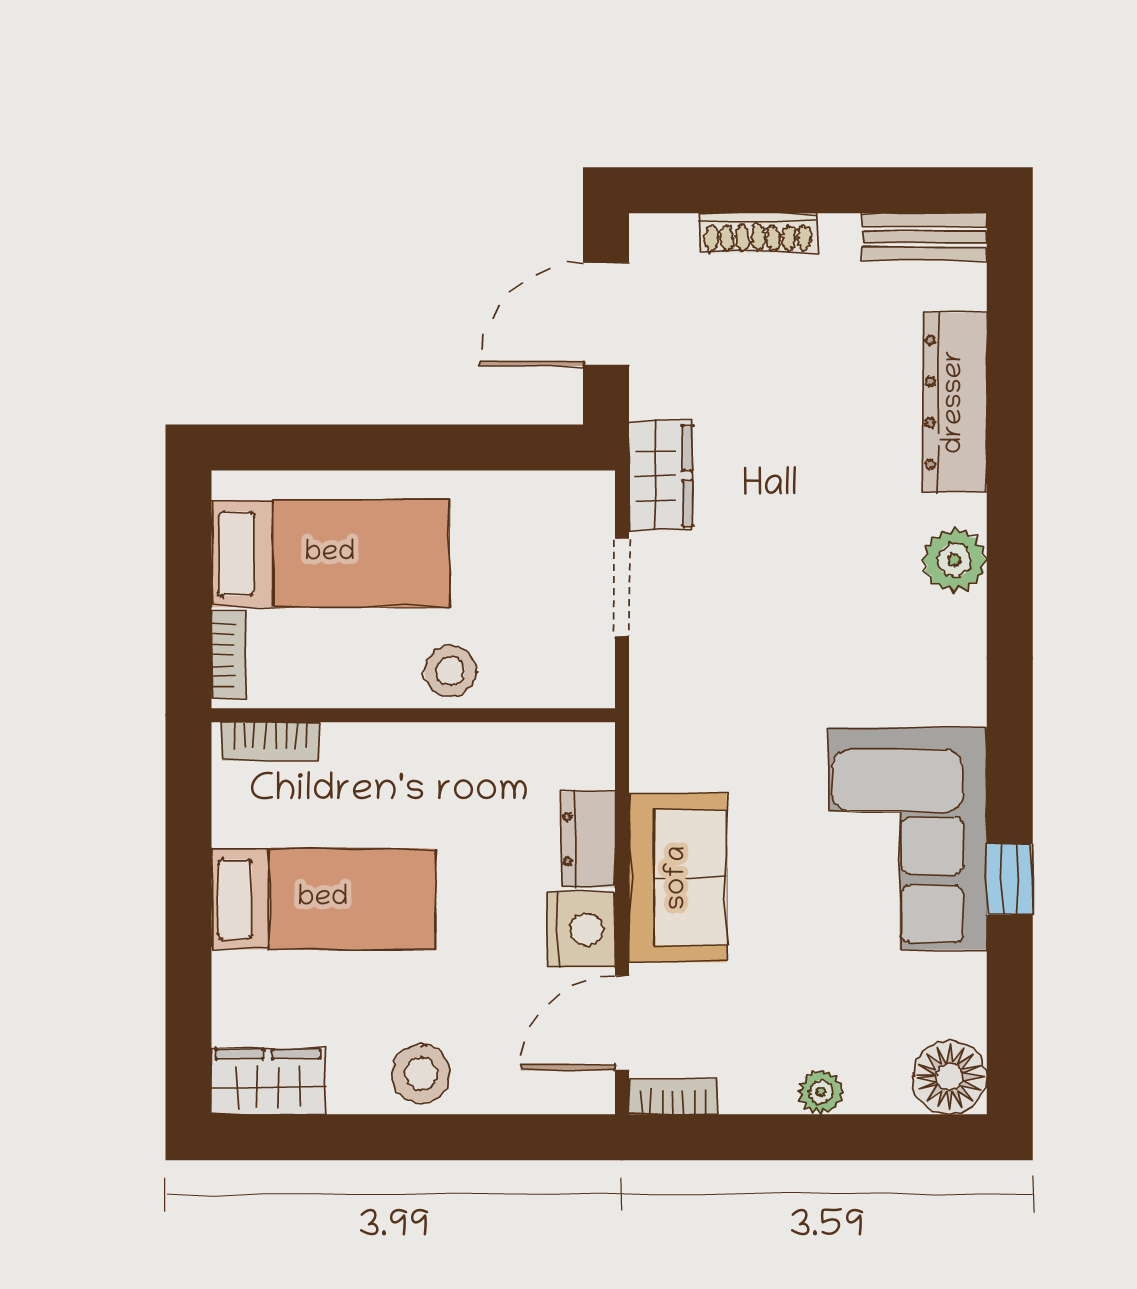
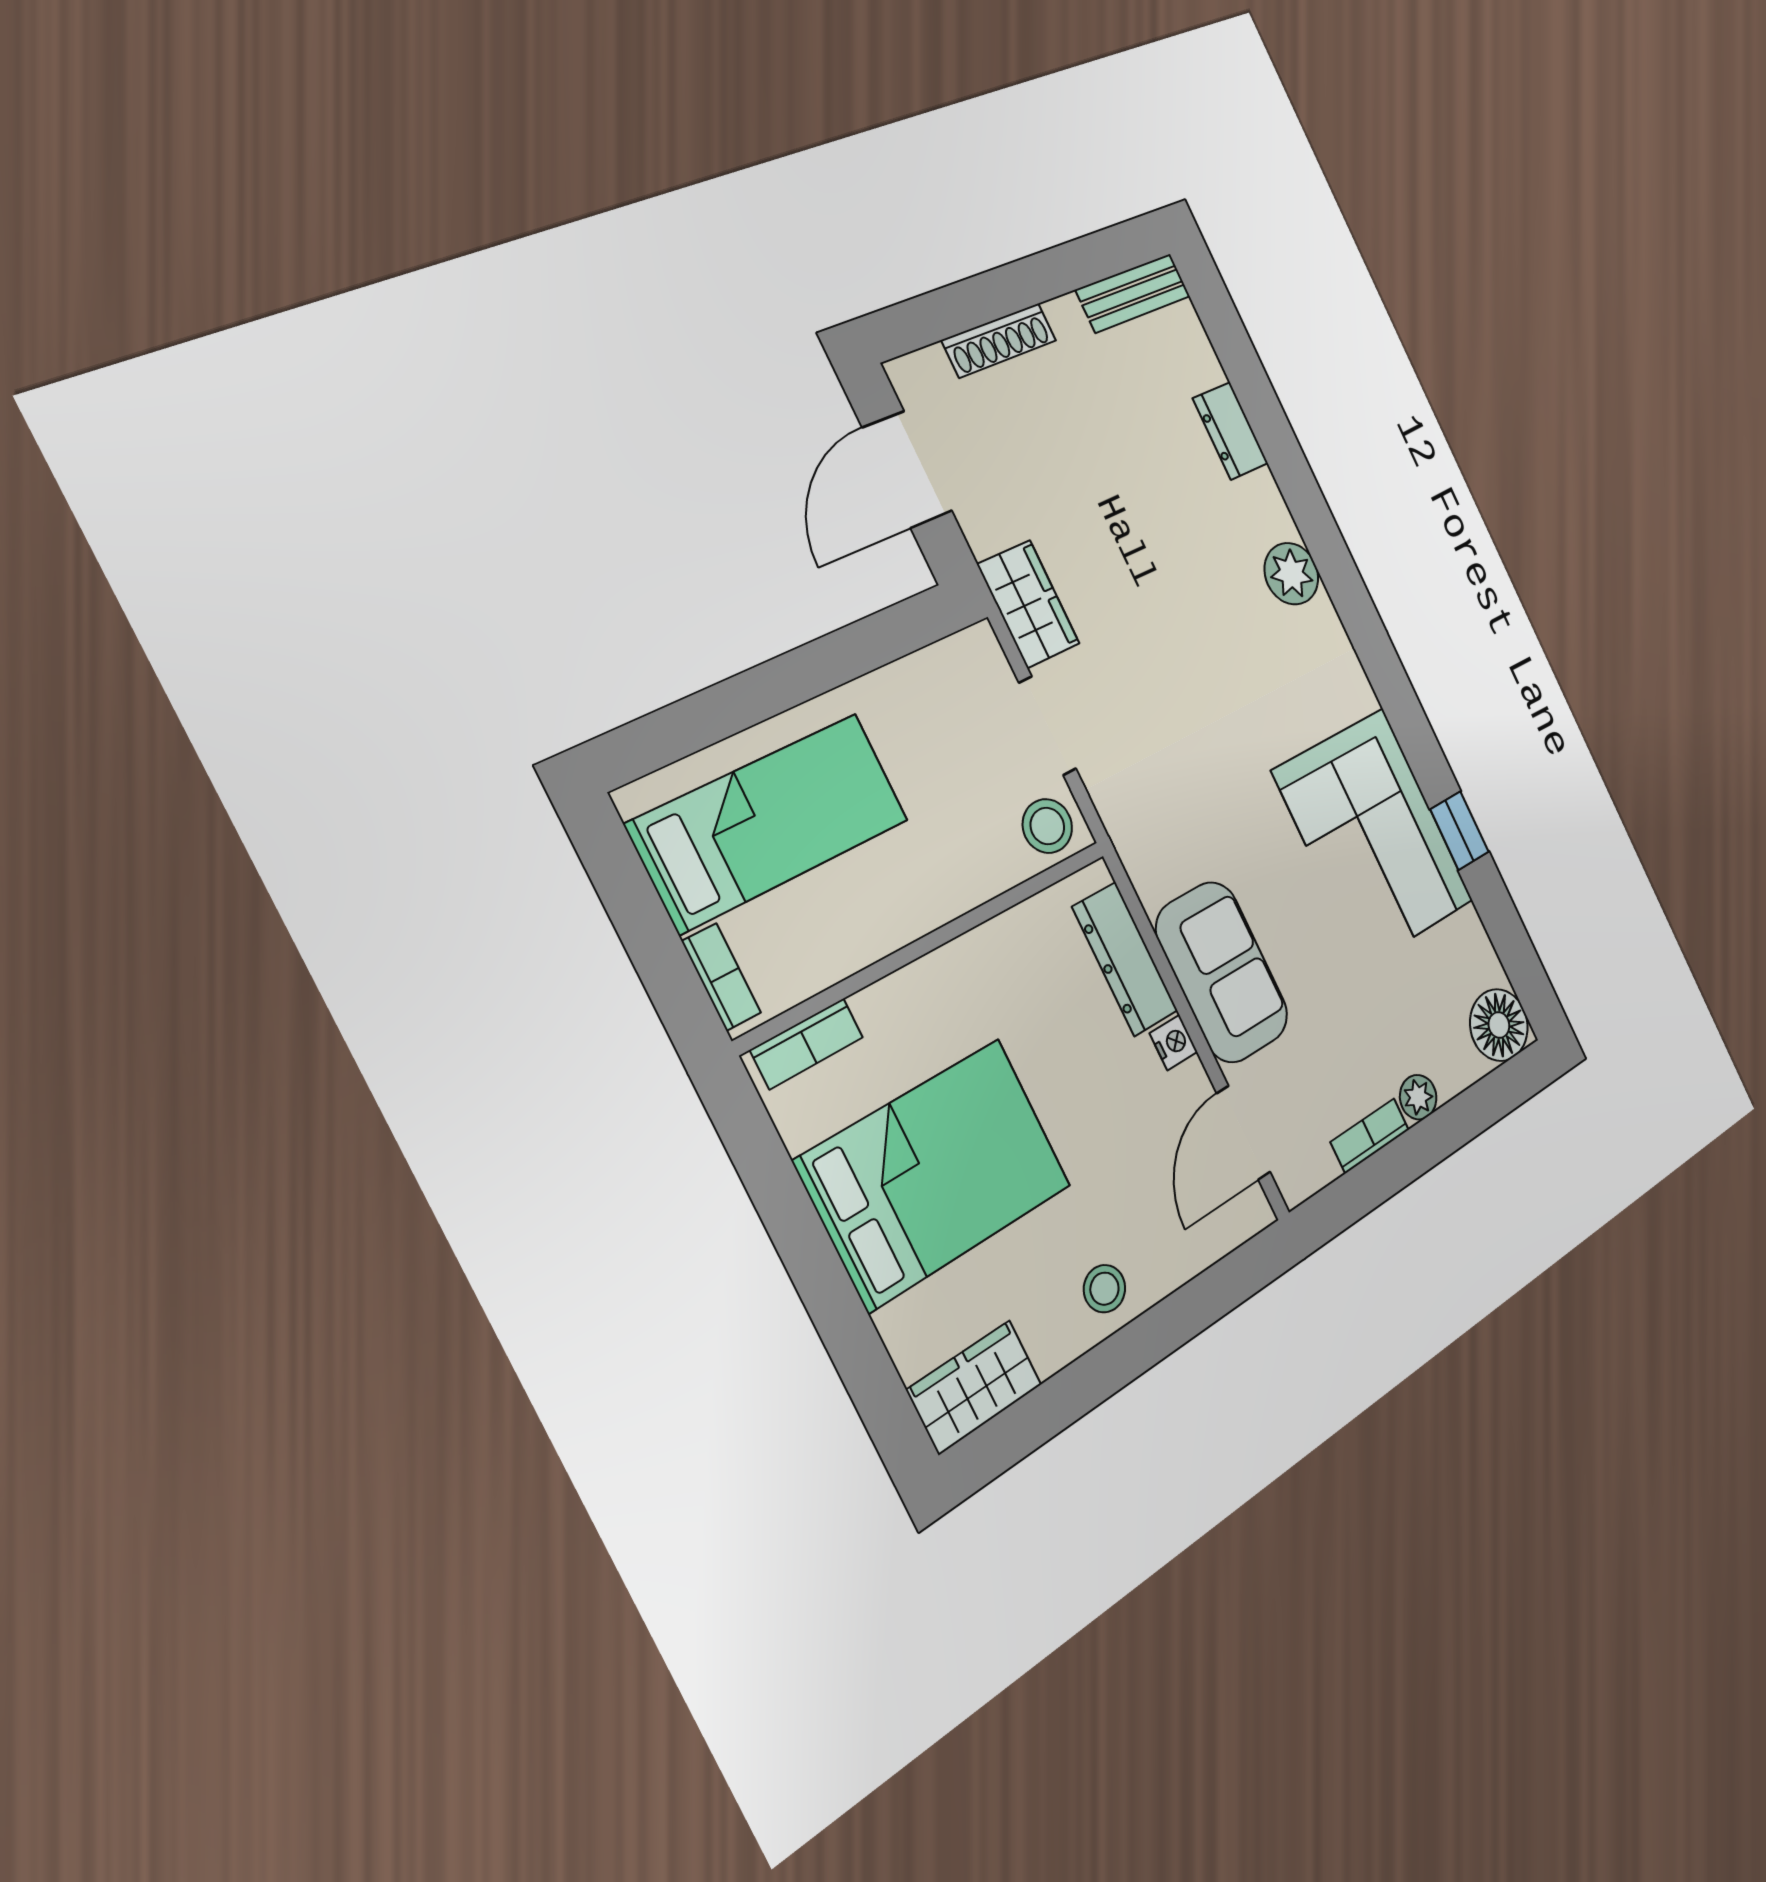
dresser: (955, 402) -> (1230, 431), width x0.51, depth x0.80
stool: (450, 671) -> (1047, 826), moved
dresser: (588, 839) -> (1125, 959), width x1.44
bed: (323, 899) -> (935, 1173), width x1.50
nightstand: (581, 929) -> (1174, 1042), width x0.53, depth x0.56
stool: (421, 1074) -> (1105, 1289), width x0.73, depth x0.73
bookcase: (673, 1097) -> (1370, 1136), moved

